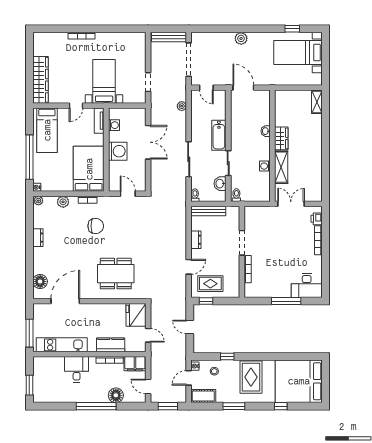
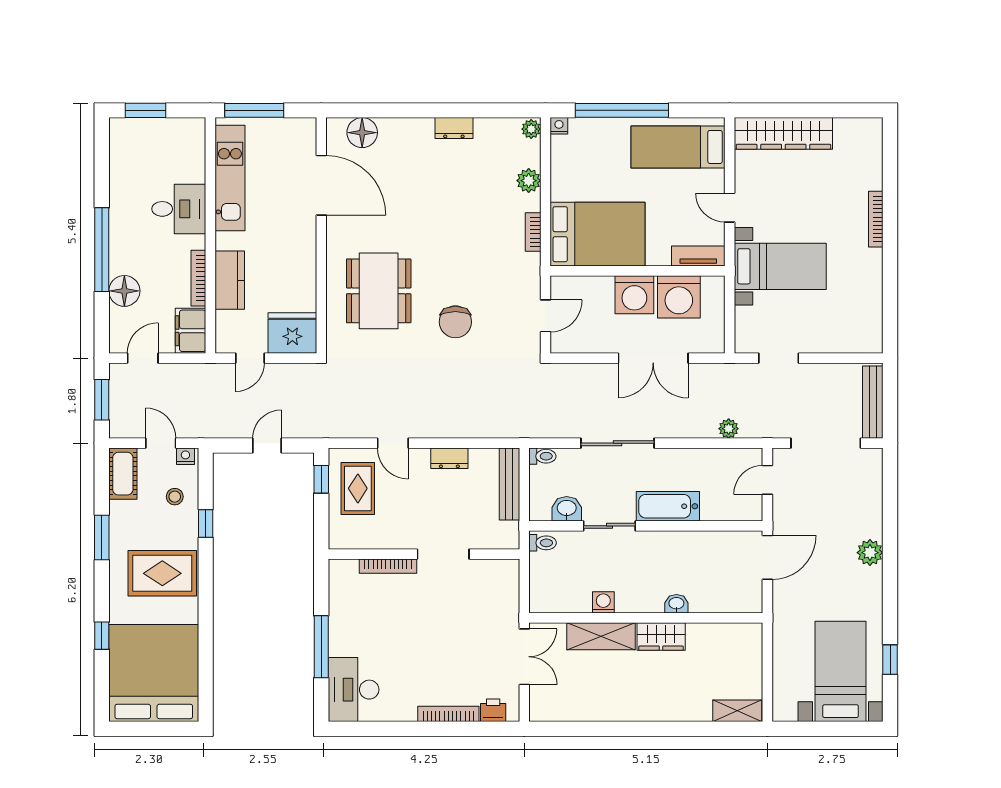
washing machine: (114, 125) -> (679, 297), width x1.89, depth x1.89
chair: (96, 226) -> (455, 322), moved

